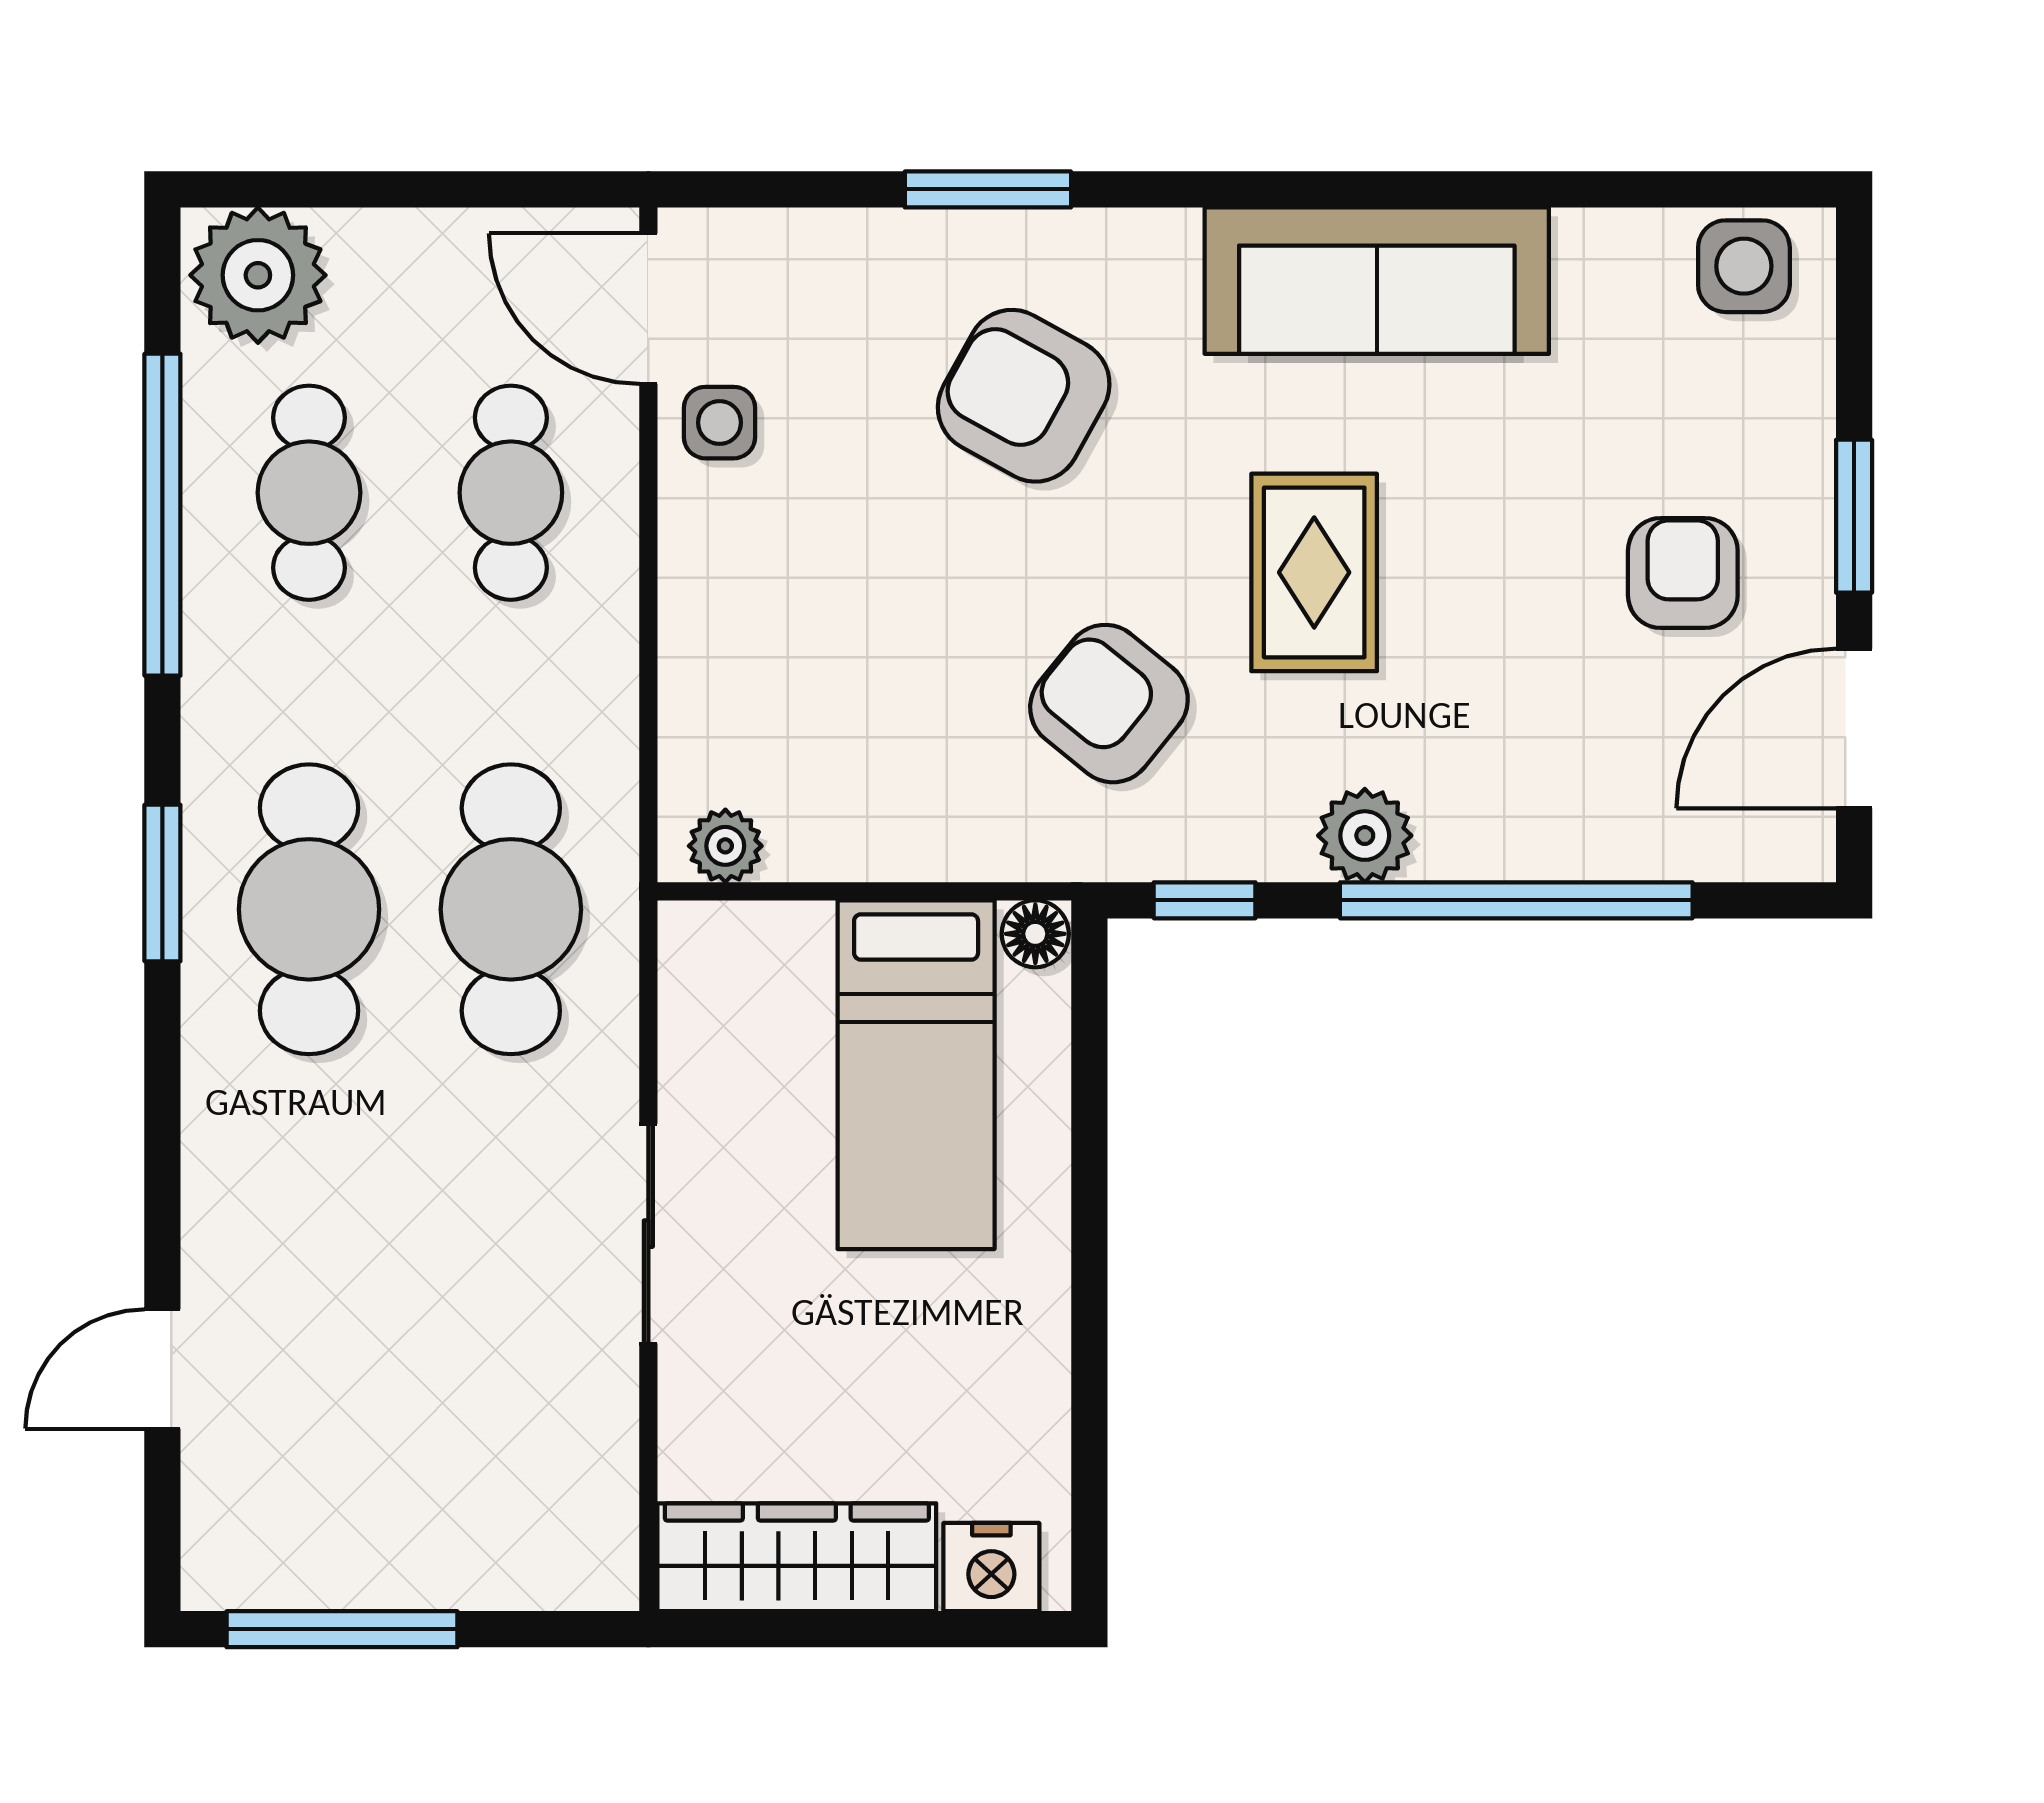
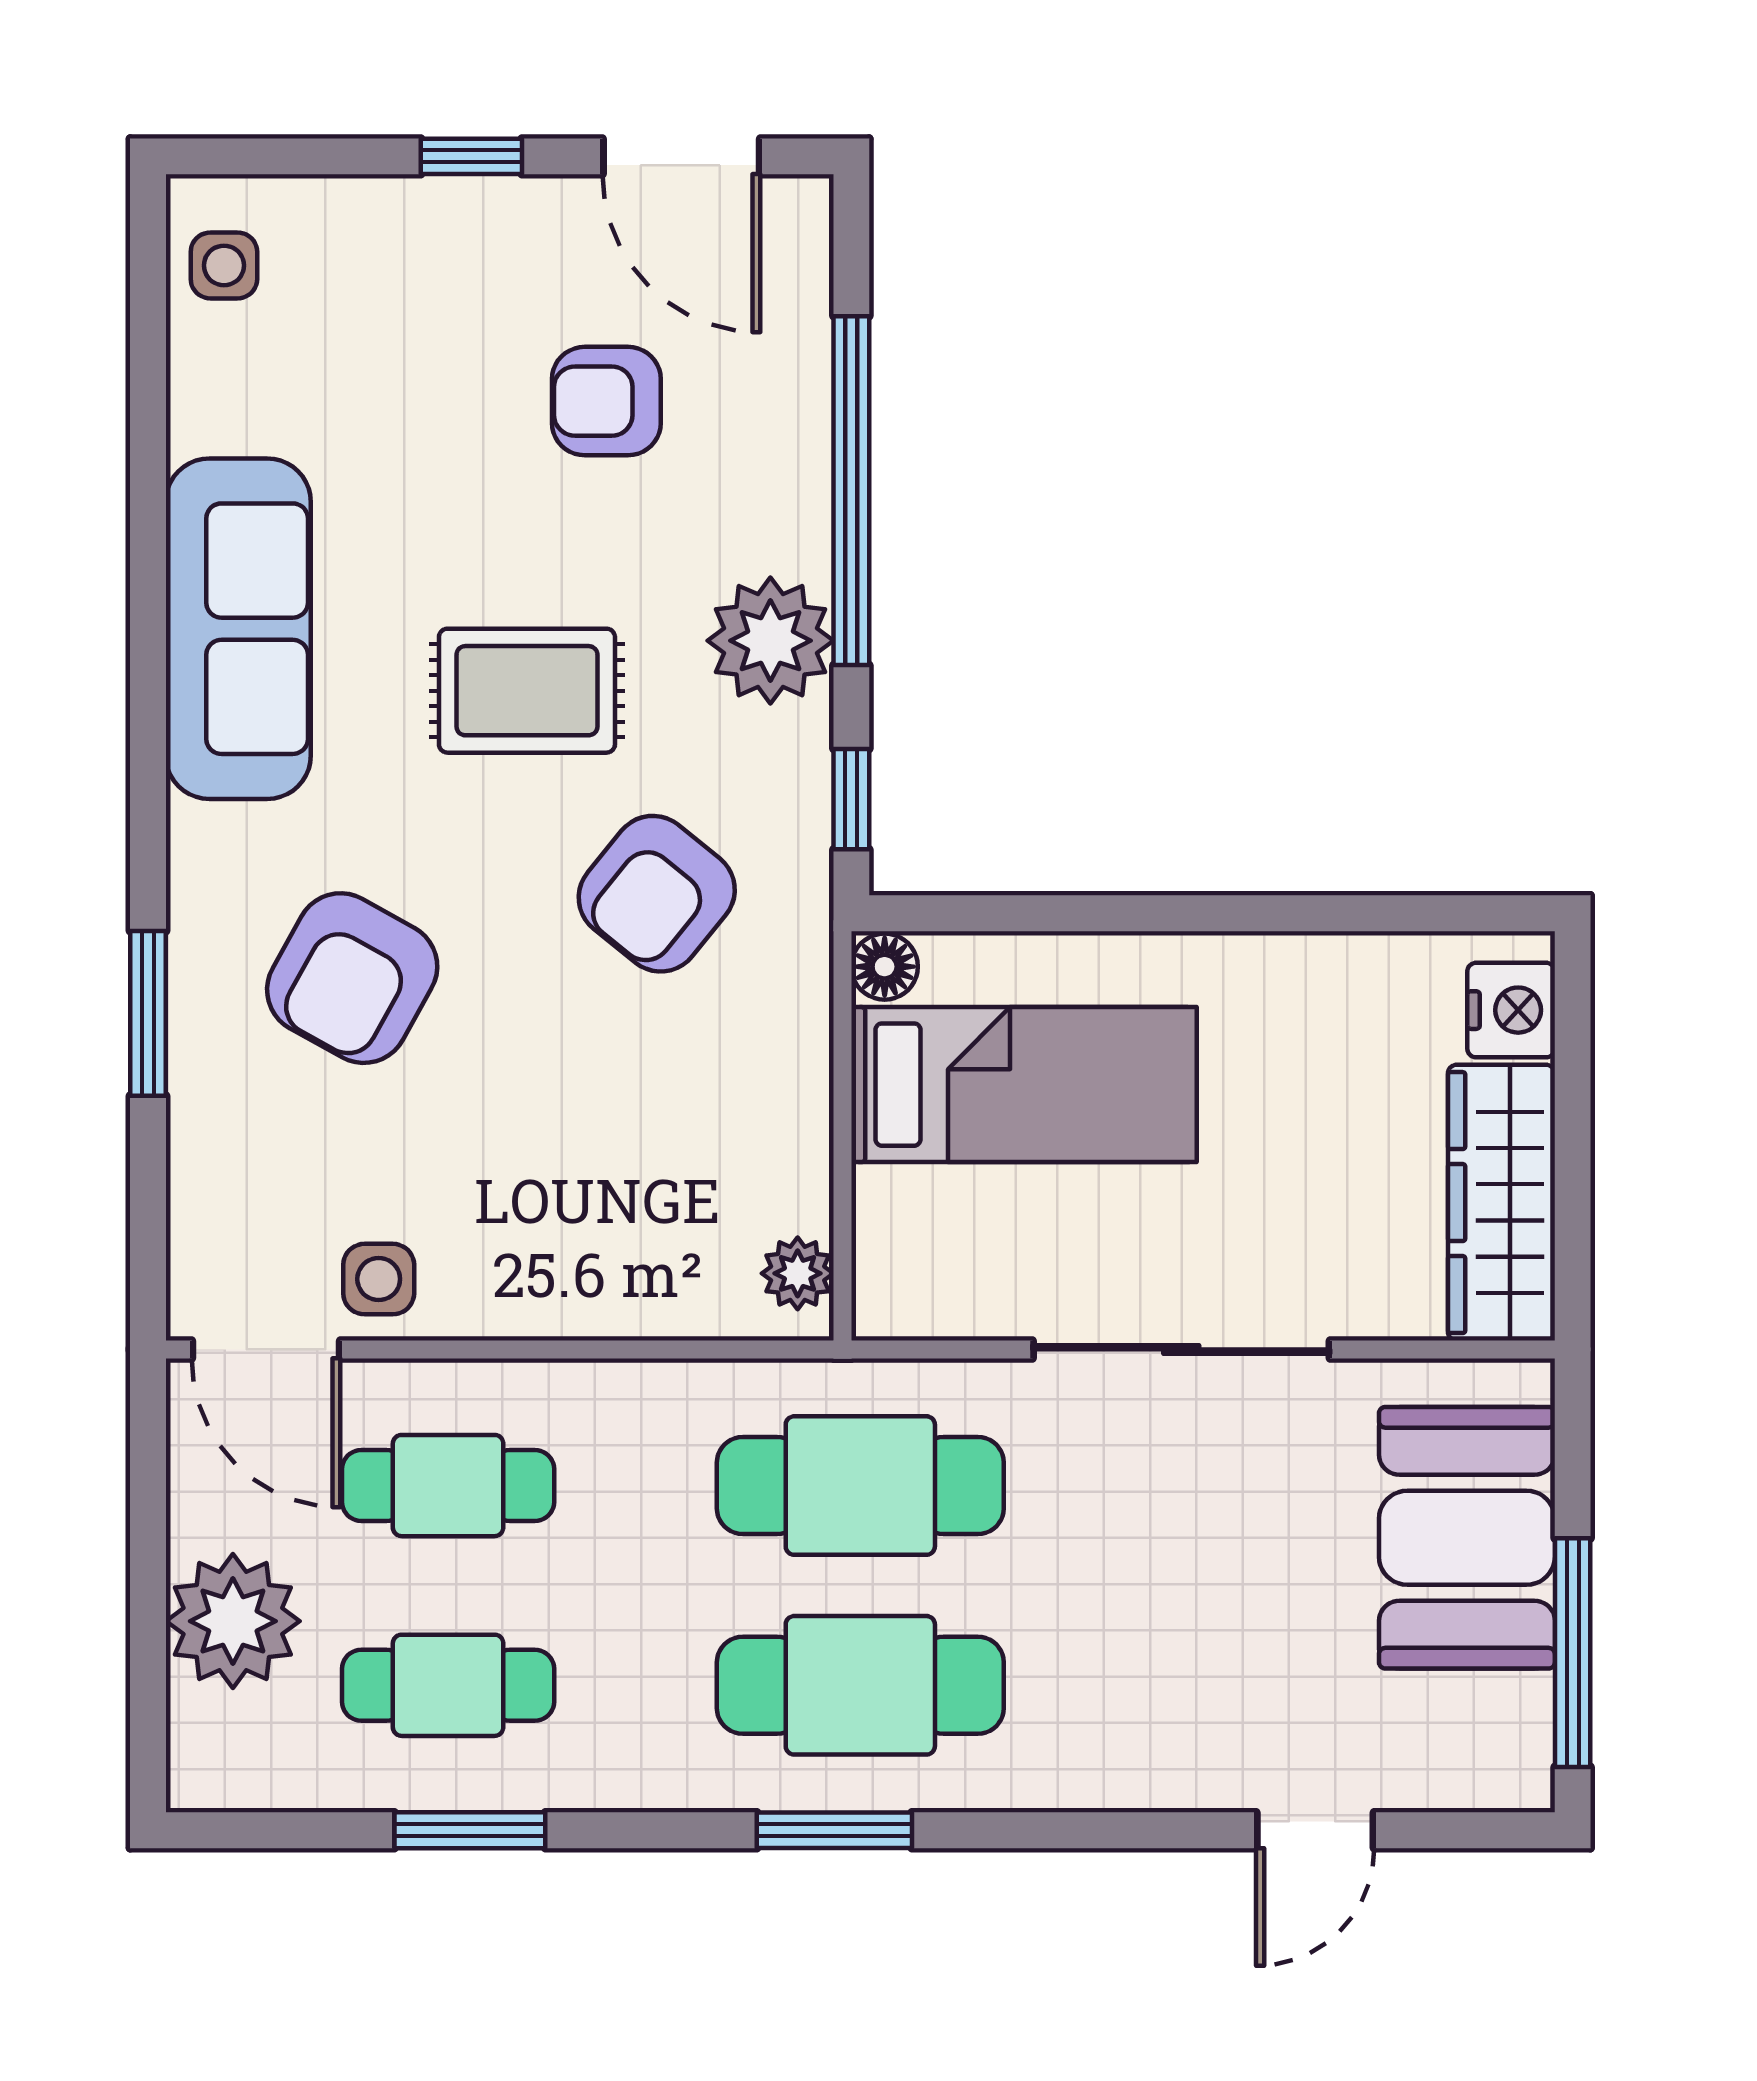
side table: (1744, 266) -> (224, 265), width x0.73, depth x0.73
plant: (258, 275) -> (233, 1621), moved
door: (648, 309) -> (266, 1349), hinge flipped
window: (162, 515) -> (470, 1830), width x0.47
window: (1854, 516) -> (471, 156), width x0.67
armchair: (1683, 573) -> (606, 401), moved
plant: (1365, 836) -> (770, 641), width x1.36, depth x1.36
sliding door: (648, 1234) -> (1181, 1349), width x1.37
door: (162, 1369) -> (1315, 1830), hinge flipped
booth: (458, 1522) -> (1467, 1538), added

